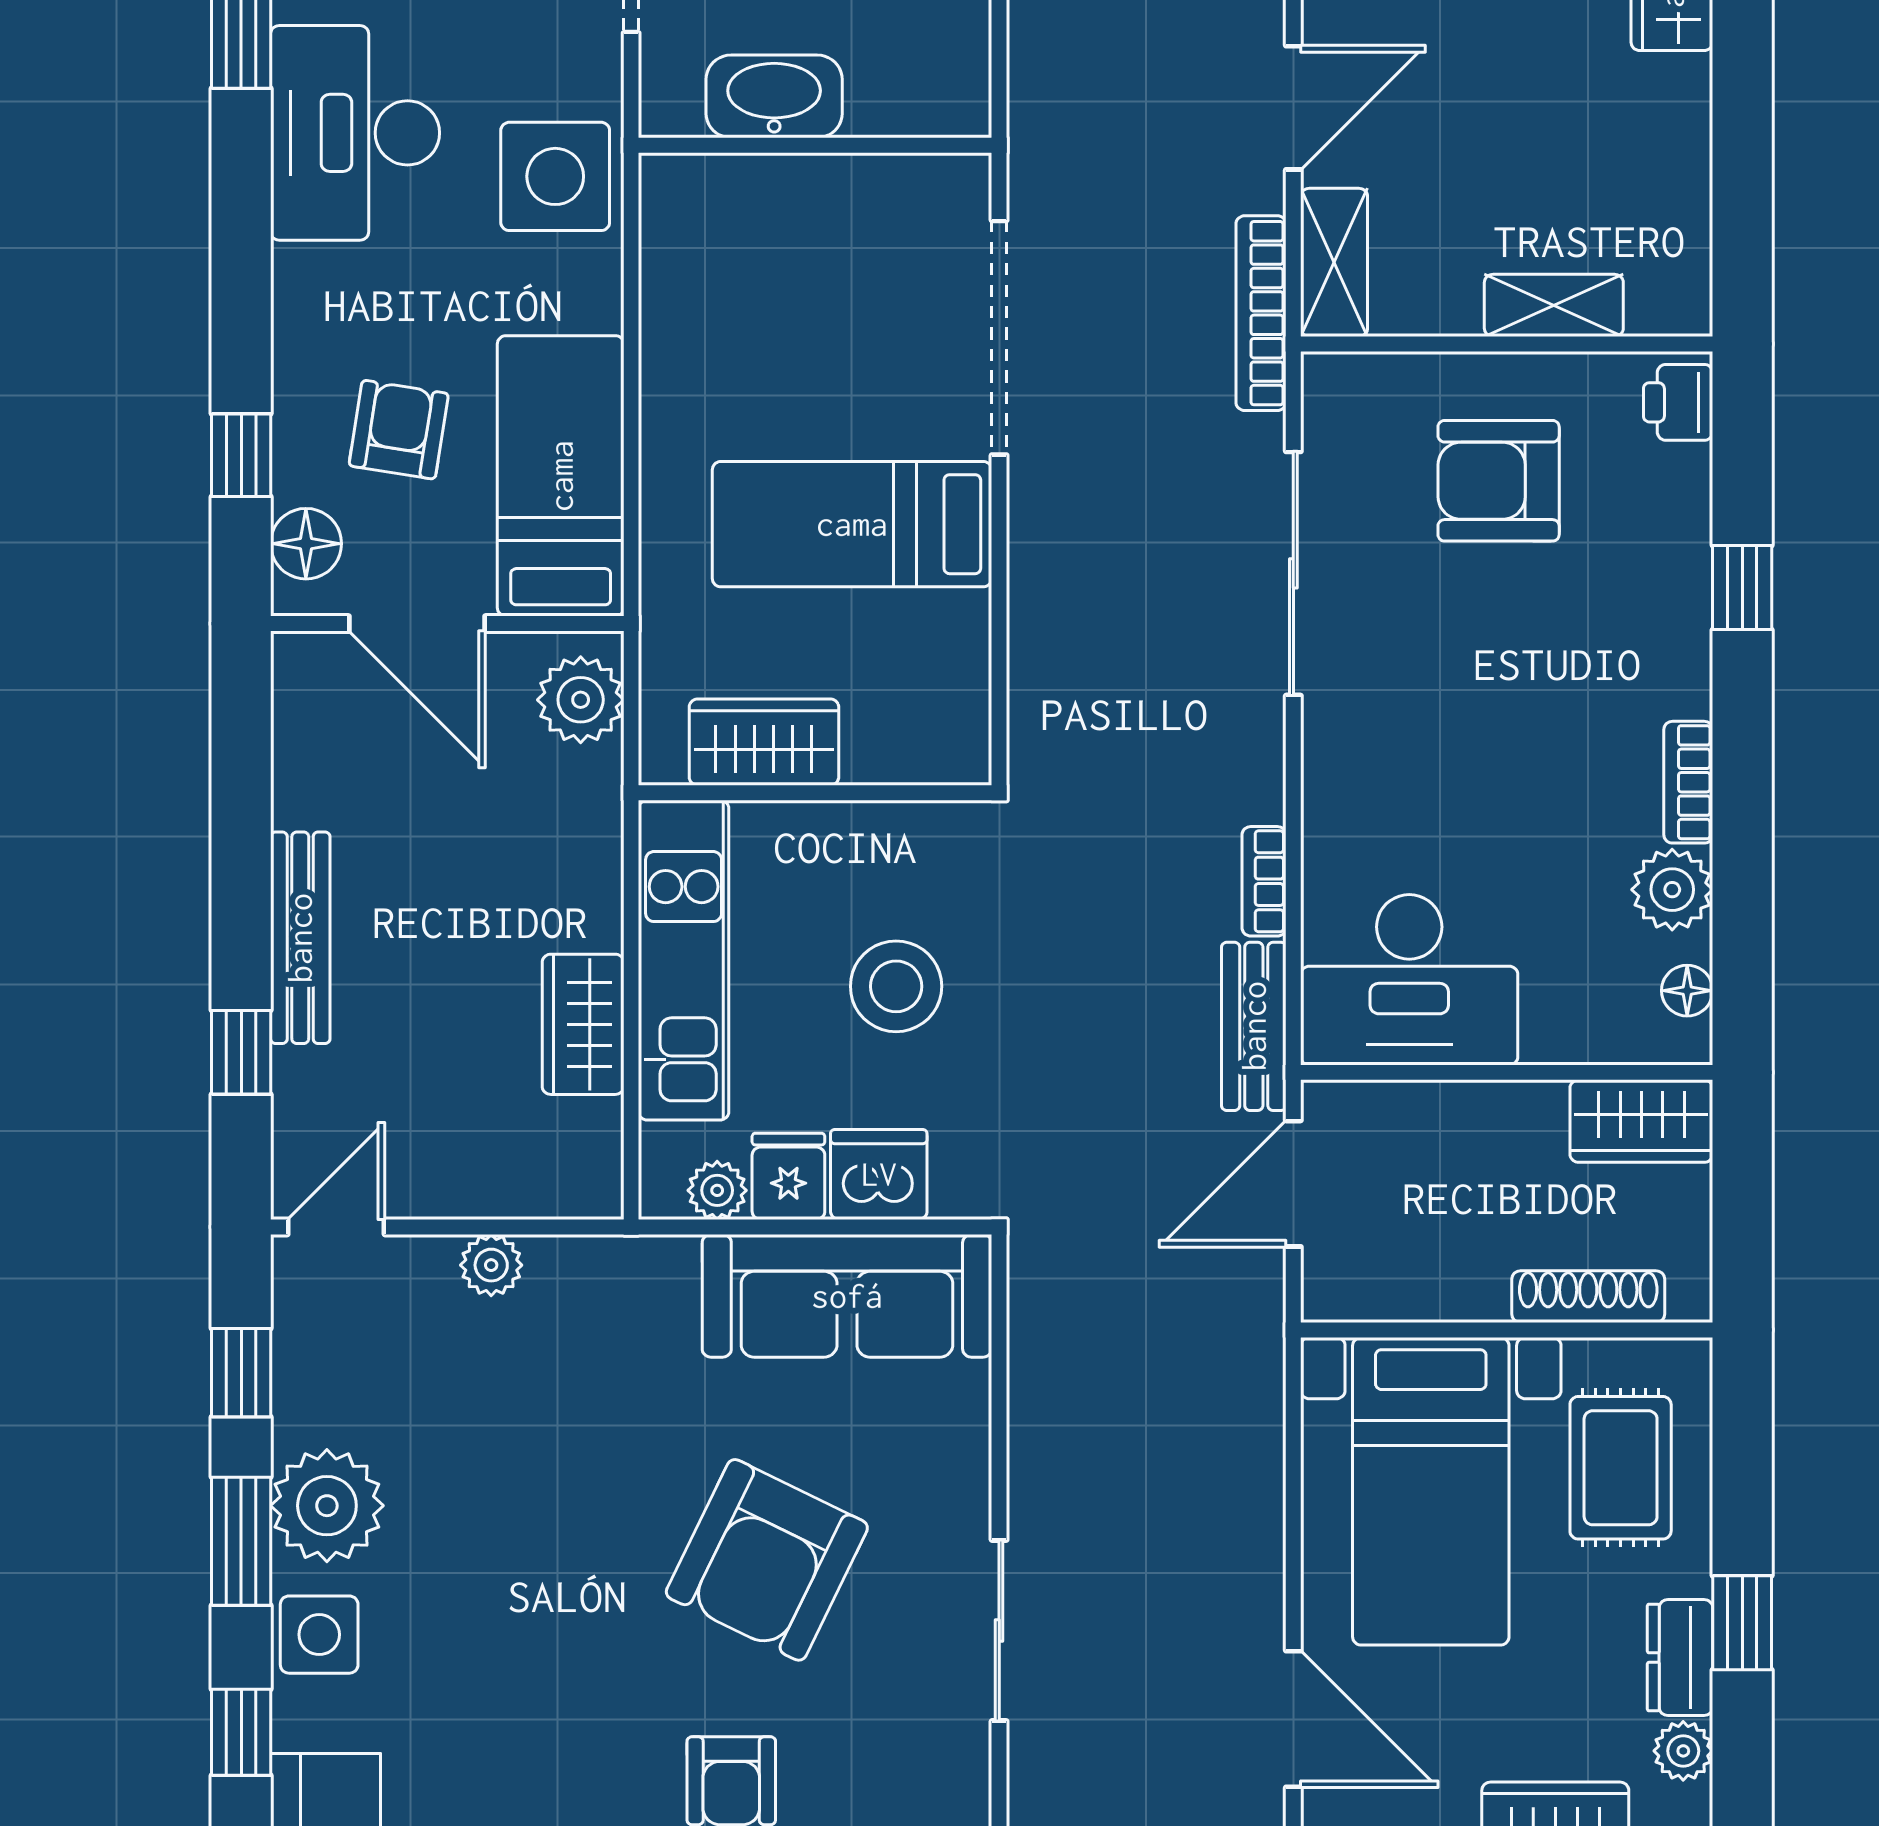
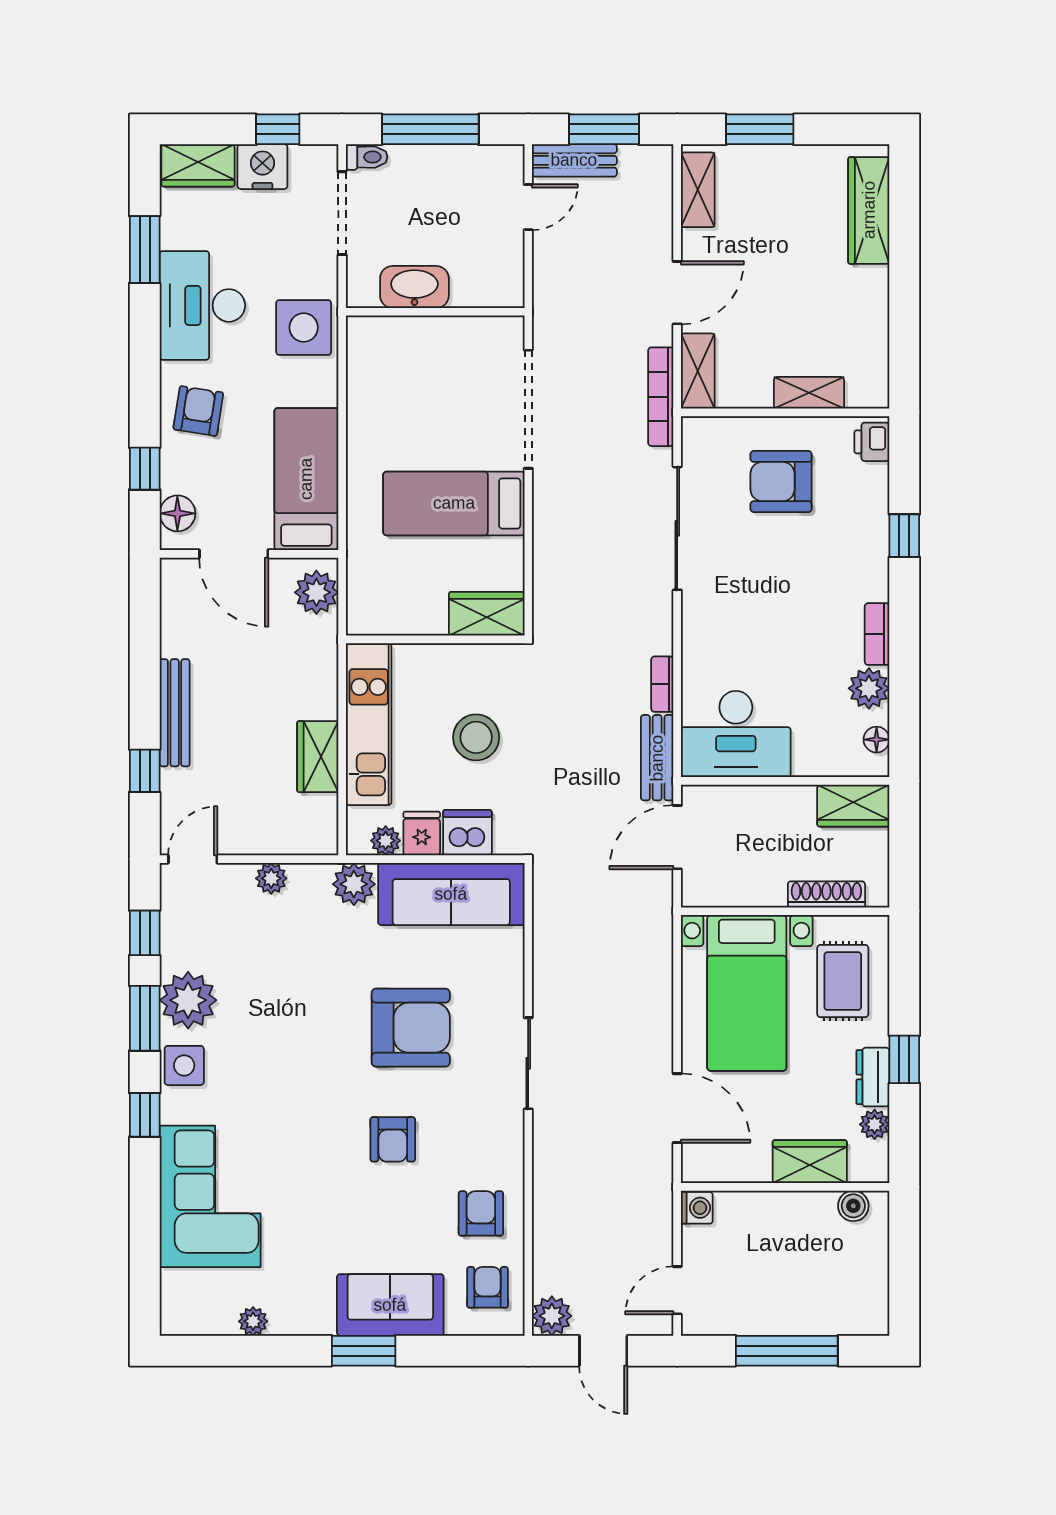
armchair: (399, 430) -> (198, 411), moved
wardrobe: (764, 742) -> (487, 614), moved
plant: (654, 1276) -> (354, 884), added
armchair: (767, 1560) -> (411, 1028), turned -116

